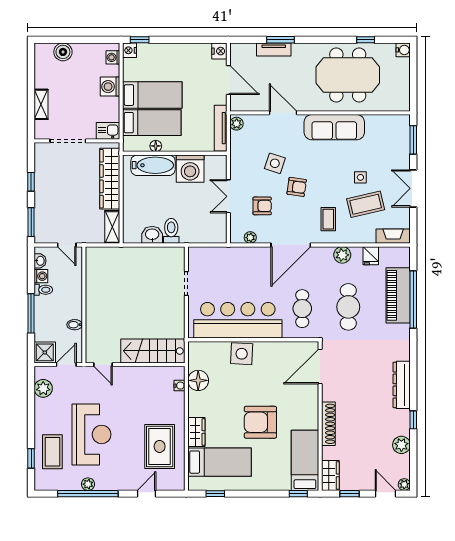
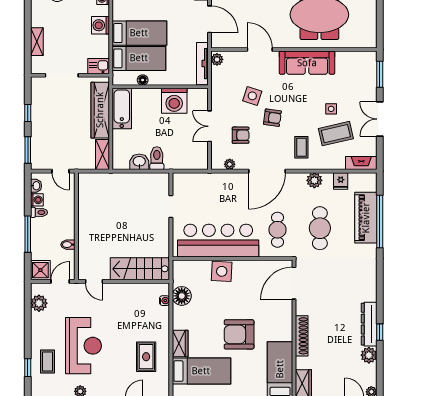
bathtub: (153, 165) -> (122, 108), moved, turned -90
dresser: (402, 385) -> (369, 324), moved
rug: (160, 446) -> (146, 357), width x0.73, depth x0.70
coffee table: (52, 452) -> (48, 362), width x0.73, depth x0.77

